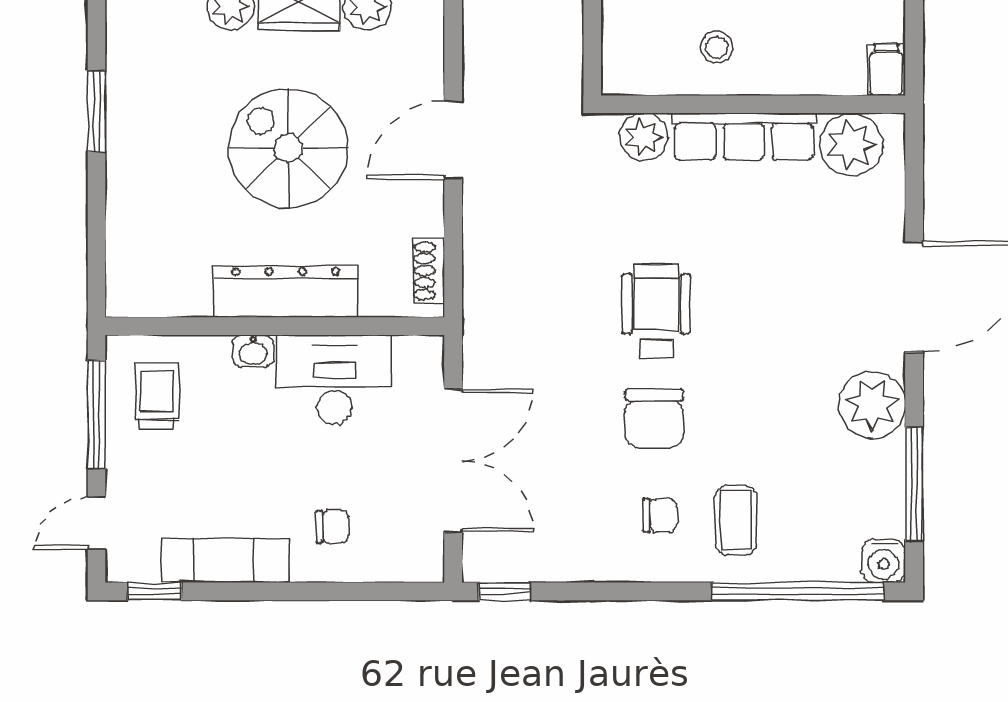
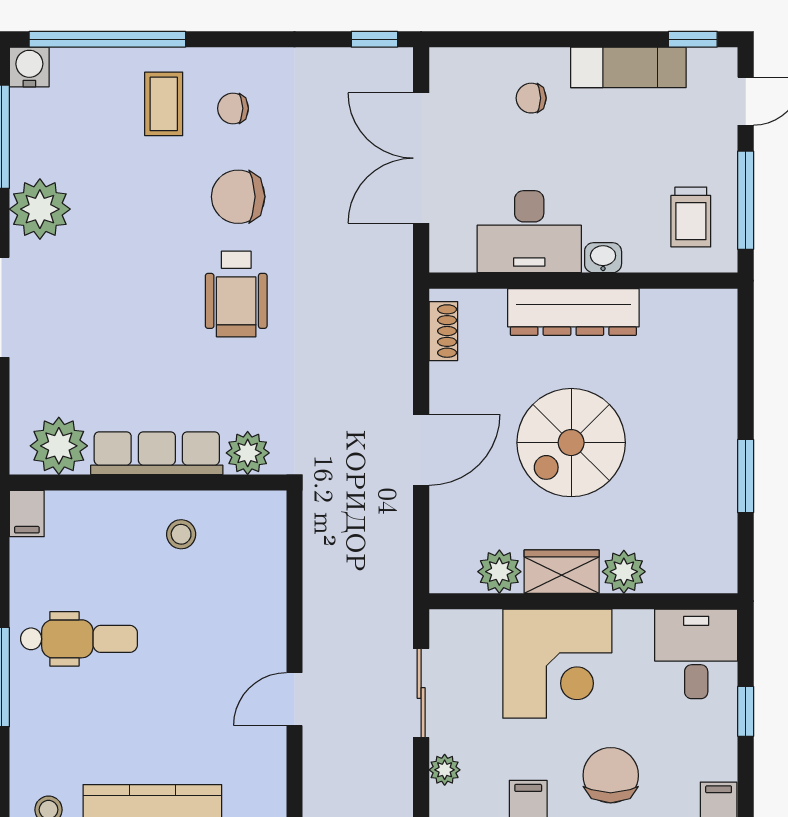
spiral stairs: (288, 148) -> (571, 443), turned 90
chair: (654, 418) -> (238, 197), turned -90

